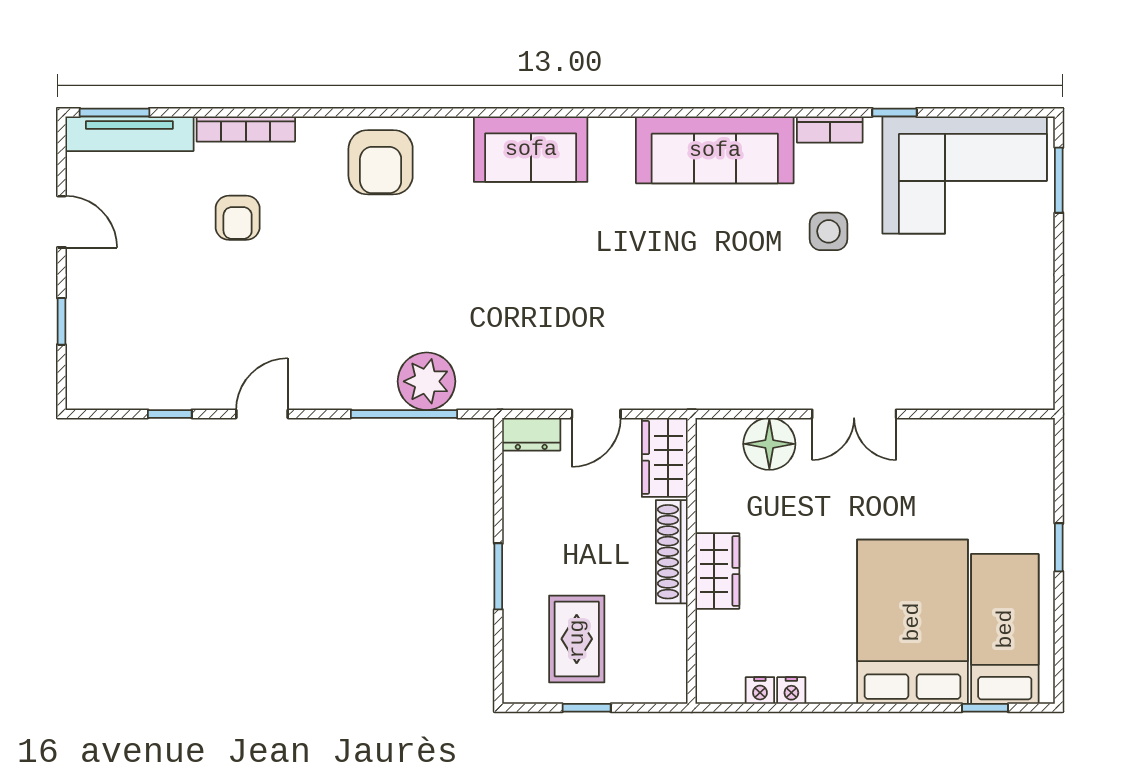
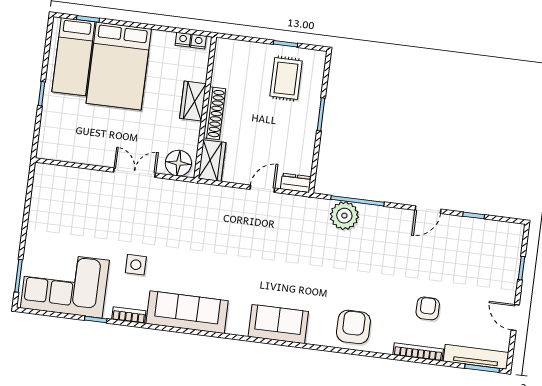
wardrobe: (665, 457) -> (212, 161), moved
shoe rack: (672, 552) -> (214, 113), moved
wall: (692, 561) -> (205, 108), moved
wardrobe: (717, 571) -> (193, 101), moved

